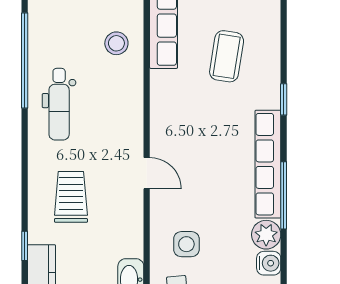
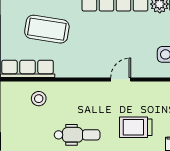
coffee table: (227, 56) -> (47, 29), width x1.36, depth x1.32

